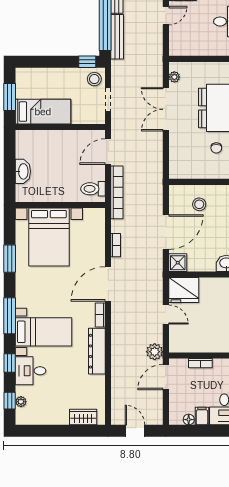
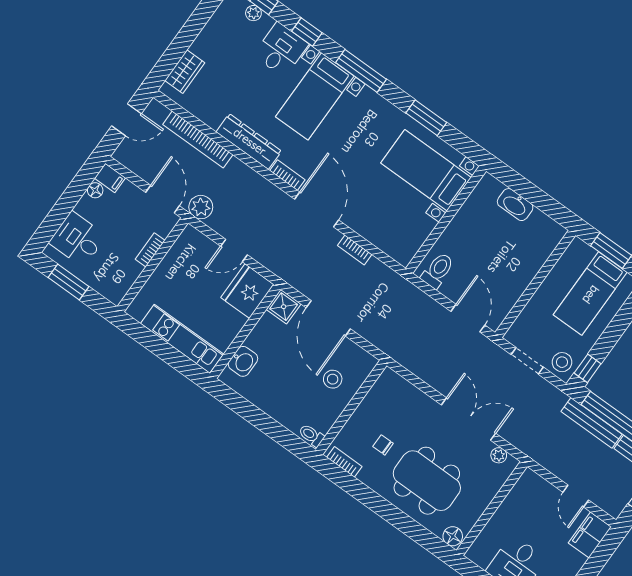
bed: (43, 112) -> (590, 294), moved
bookcase: (117, 192) -> (198, 140), moved
bed with nightstands: (49, 237) -> (426, 170), width x0.73
filing cabinet: (202, 416) -> (110, 178), moved

